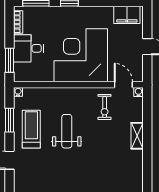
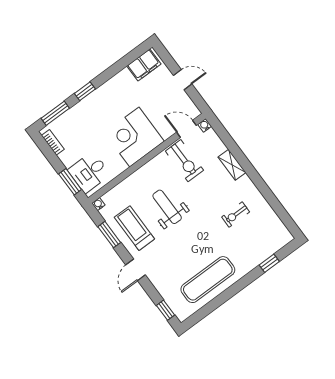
desk: (29, 48) -> (89, 172), moved
corner desk: (81, 55) -> (134, 137), width x0.74, depth x0.74
exercise bike: (105, 107) -> (184, 161), width x1.38, depth x1.39
exercise bike: (113, 174) -> (236, 215), added

